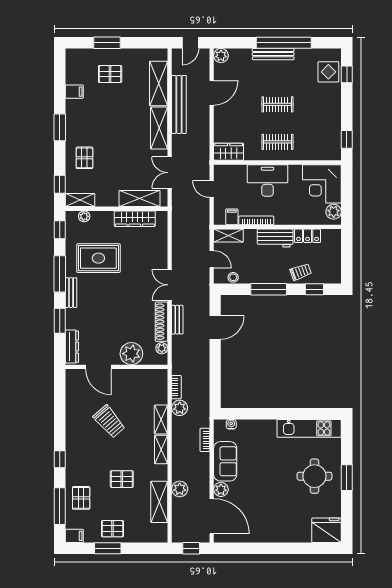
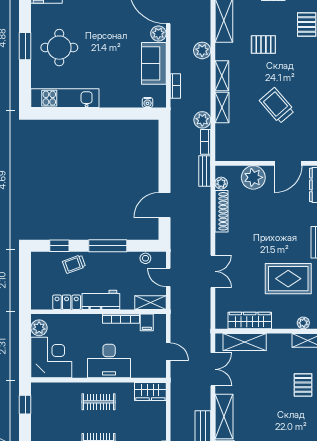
double door: (170, 285) -> (213, 271), moved
bench: (177, 320) -> (205, 171), moved
door: (98, 367) -> (288, 163), swing flipped
plant: (180, 489) -> (202, 50), moved

